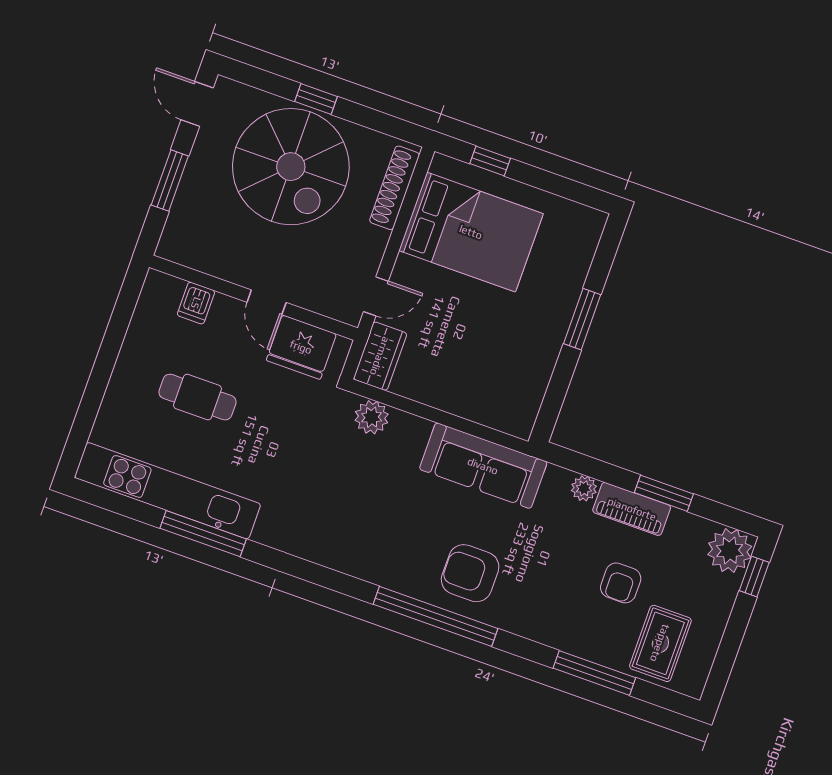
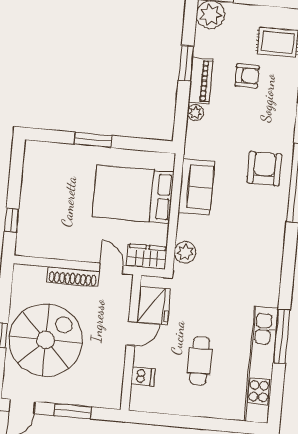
shoe rack: (395, 188) -> (73, 277), moved
bed: (471, 232) -> (133, 194), moved, turned -90
sofa: (483, 466) -> (196, 187), width x0.73
armchair: (470, 573) -> (264, 168), turned 180

